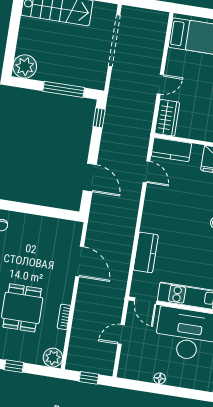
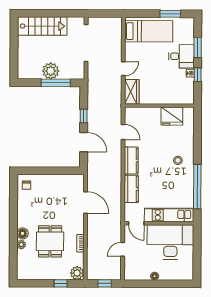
plant: (25, 66) -> (51, 71), moved
window: (99, 118) -> (84, 116), moved
kitchen counter: (171, 150) -> (131, 161), moved, turned -90
window: (14, 366) -> (61, 283), moved

